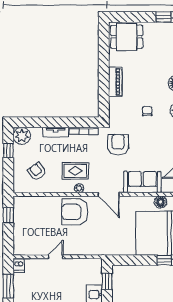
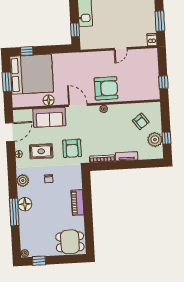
plant: (22, 136) -> (155, 140), moved
rug: (75, 171) -> (41, 151), moved
floor lamp: (161, 202) -> (49, 100), moved

